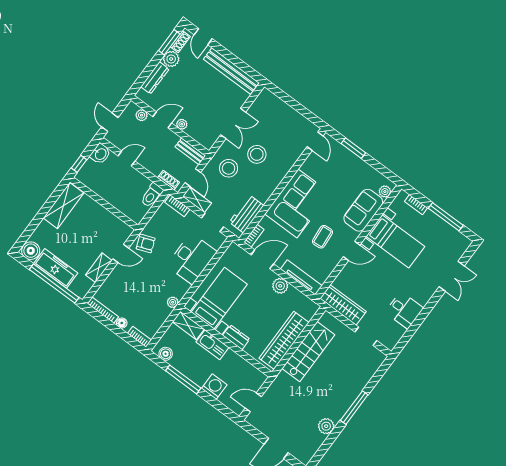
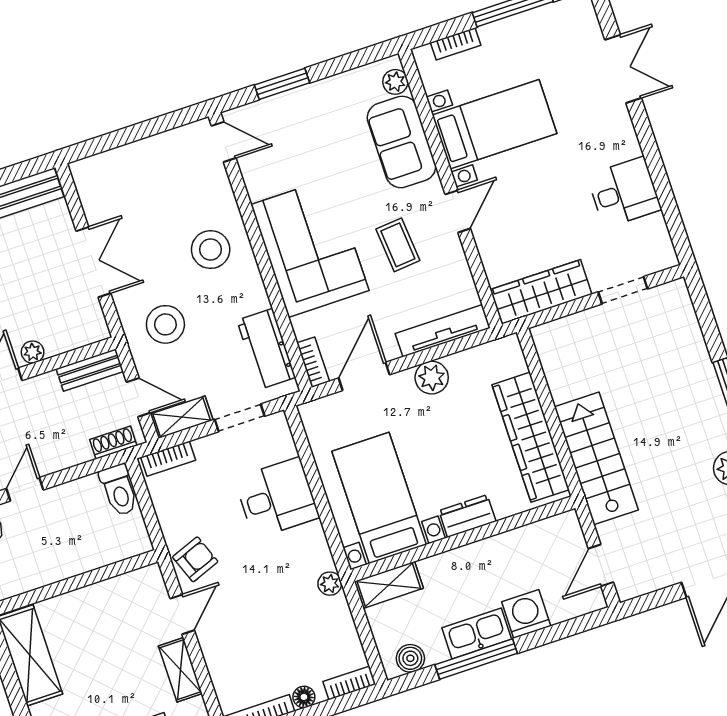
stool: (257, 154) -> (211, 250), moved
desk: (192, 258) -> (277, 498), width x0.73
kitchen sink: (212, 345) -> (477, 634), moved, turned 180
stairs: (308, 352) -> (596, 458), moved

